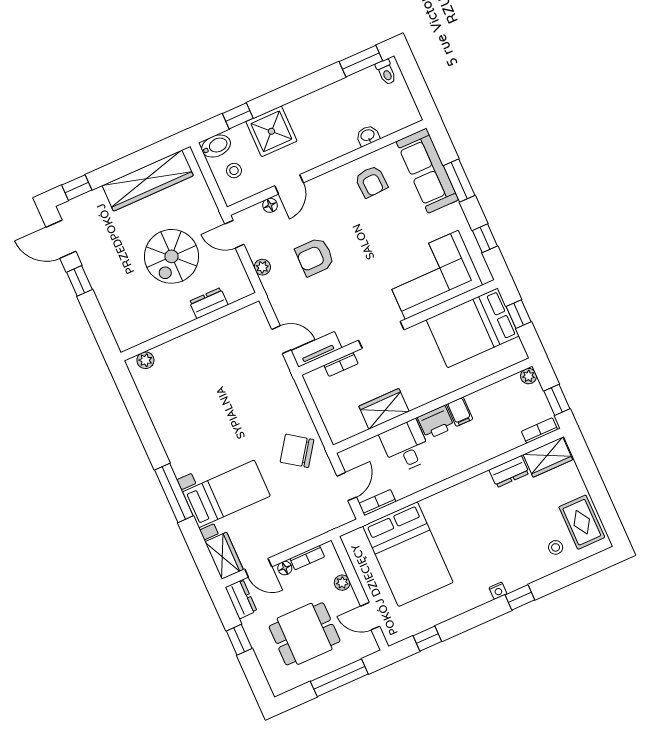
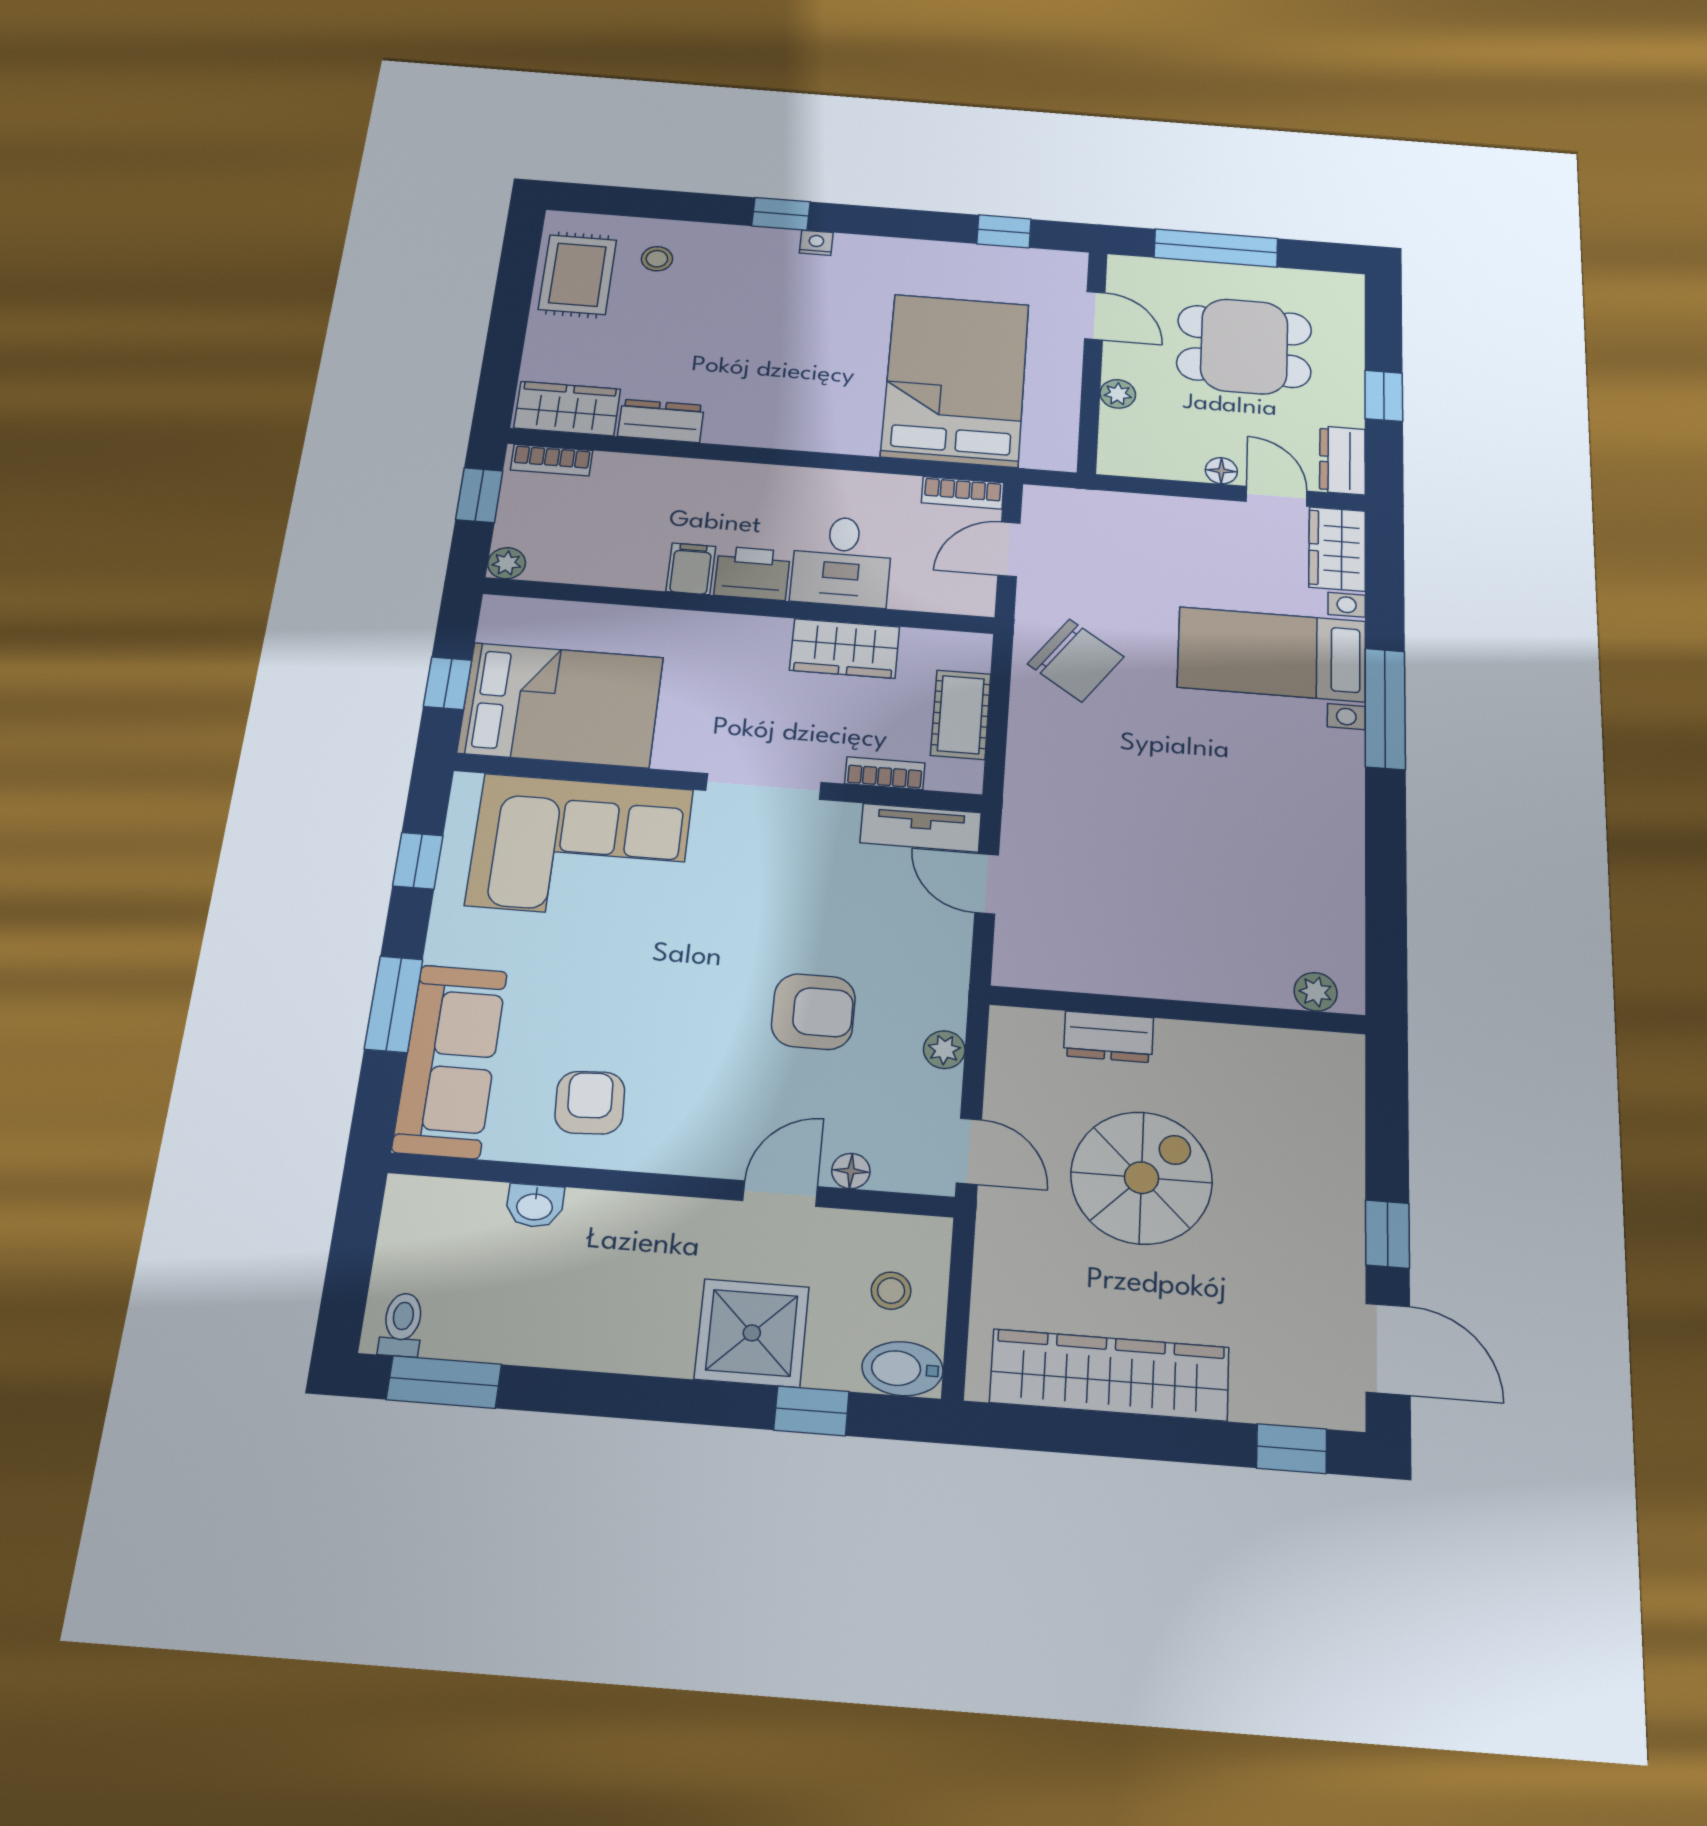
cot: (327, 404) -> (961, 715), added
bookcase: (307, 558) -> (1164, 467), removed

